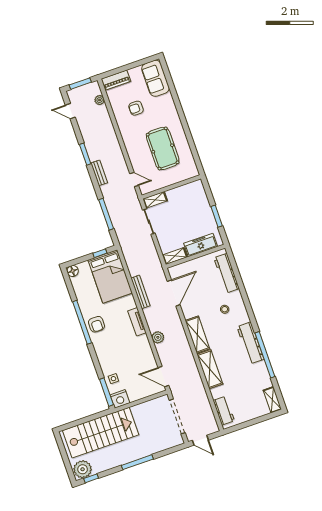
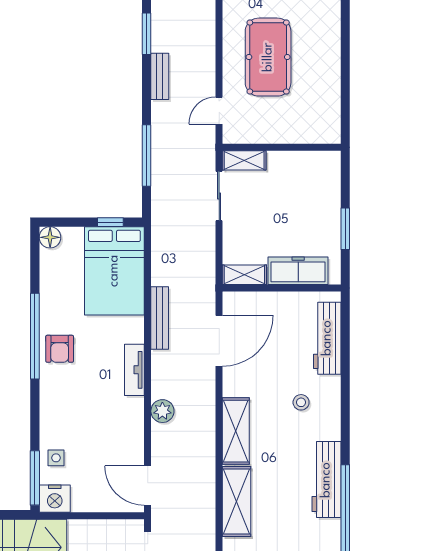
pool table: (163, 148) -> (268, 57), moved
door: (134, 180) -> (219, 111), swing flipped

